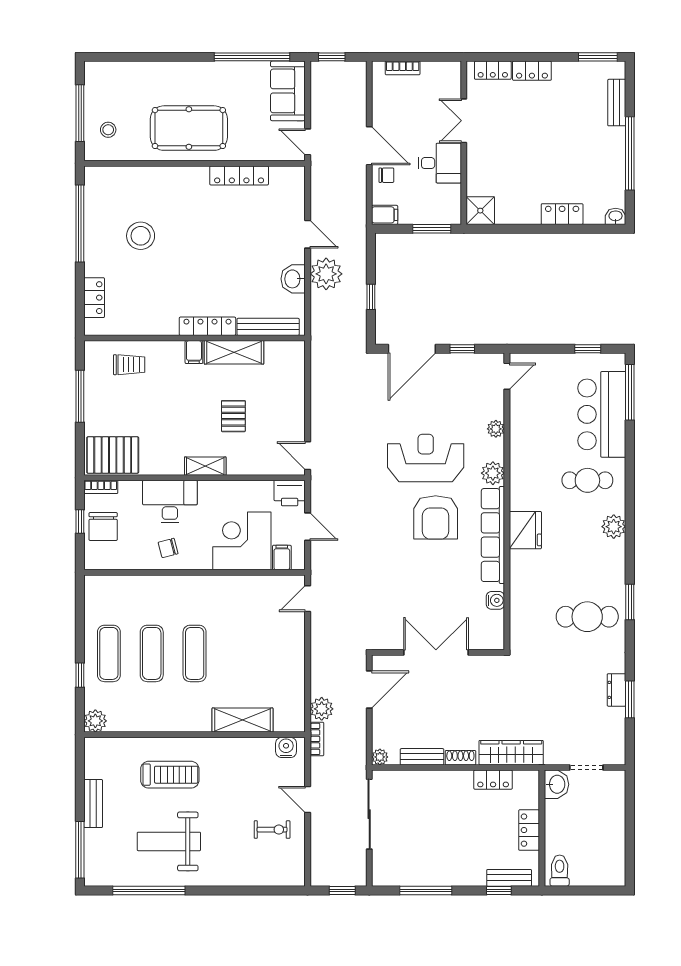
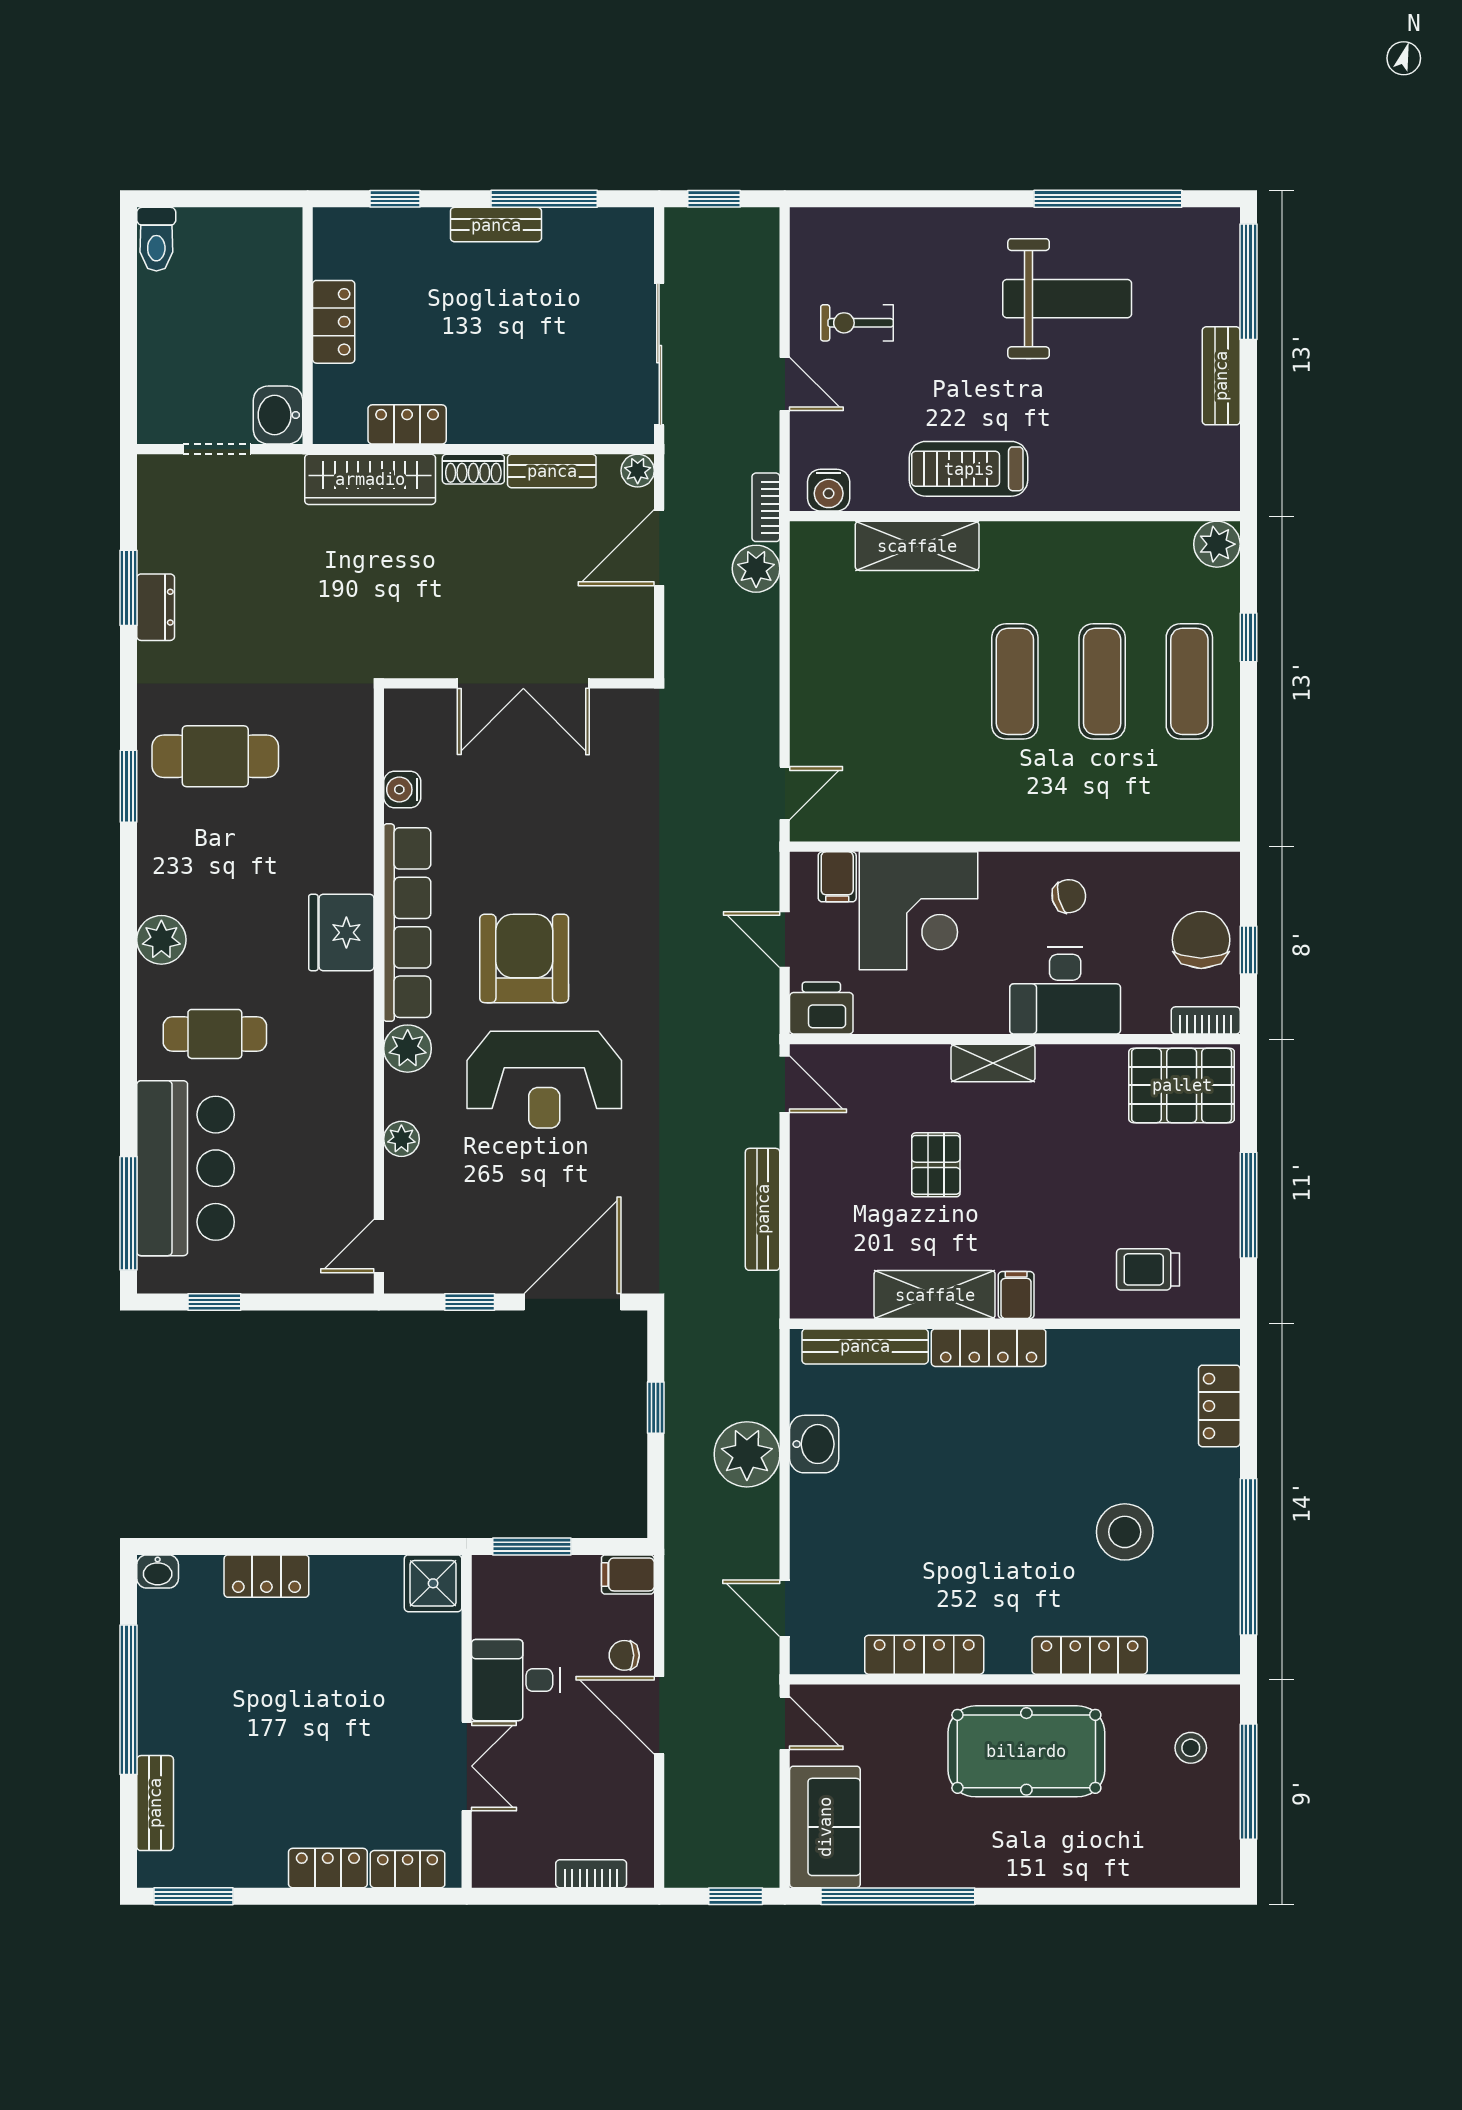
locker: (158, 175) -> (1090, 1655), added
door: (308, 234) -> (785, 1608), moved
bench: (318, 394) -> (763, 1209), added
door: (369, 690) -> (659, 548), moved
treadmill: (170, 775) -> (969, 469), moved
toilet: (560, 871) -> (156, 239), moved
bench: (509, 878) -> (496, 225), moved

